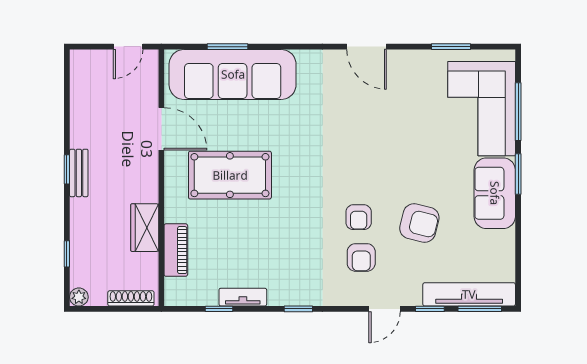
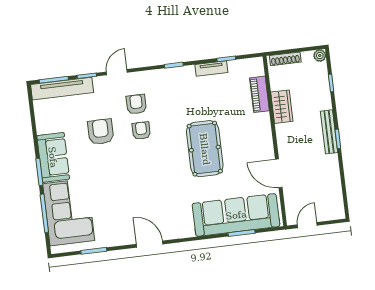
bench: (79, 173) -> (329, 132), width x1.36
pool table: (230, 175) -> (205, 149), moved, turned 90
armchair: (419, 223) -> (101, 132), turned 76

